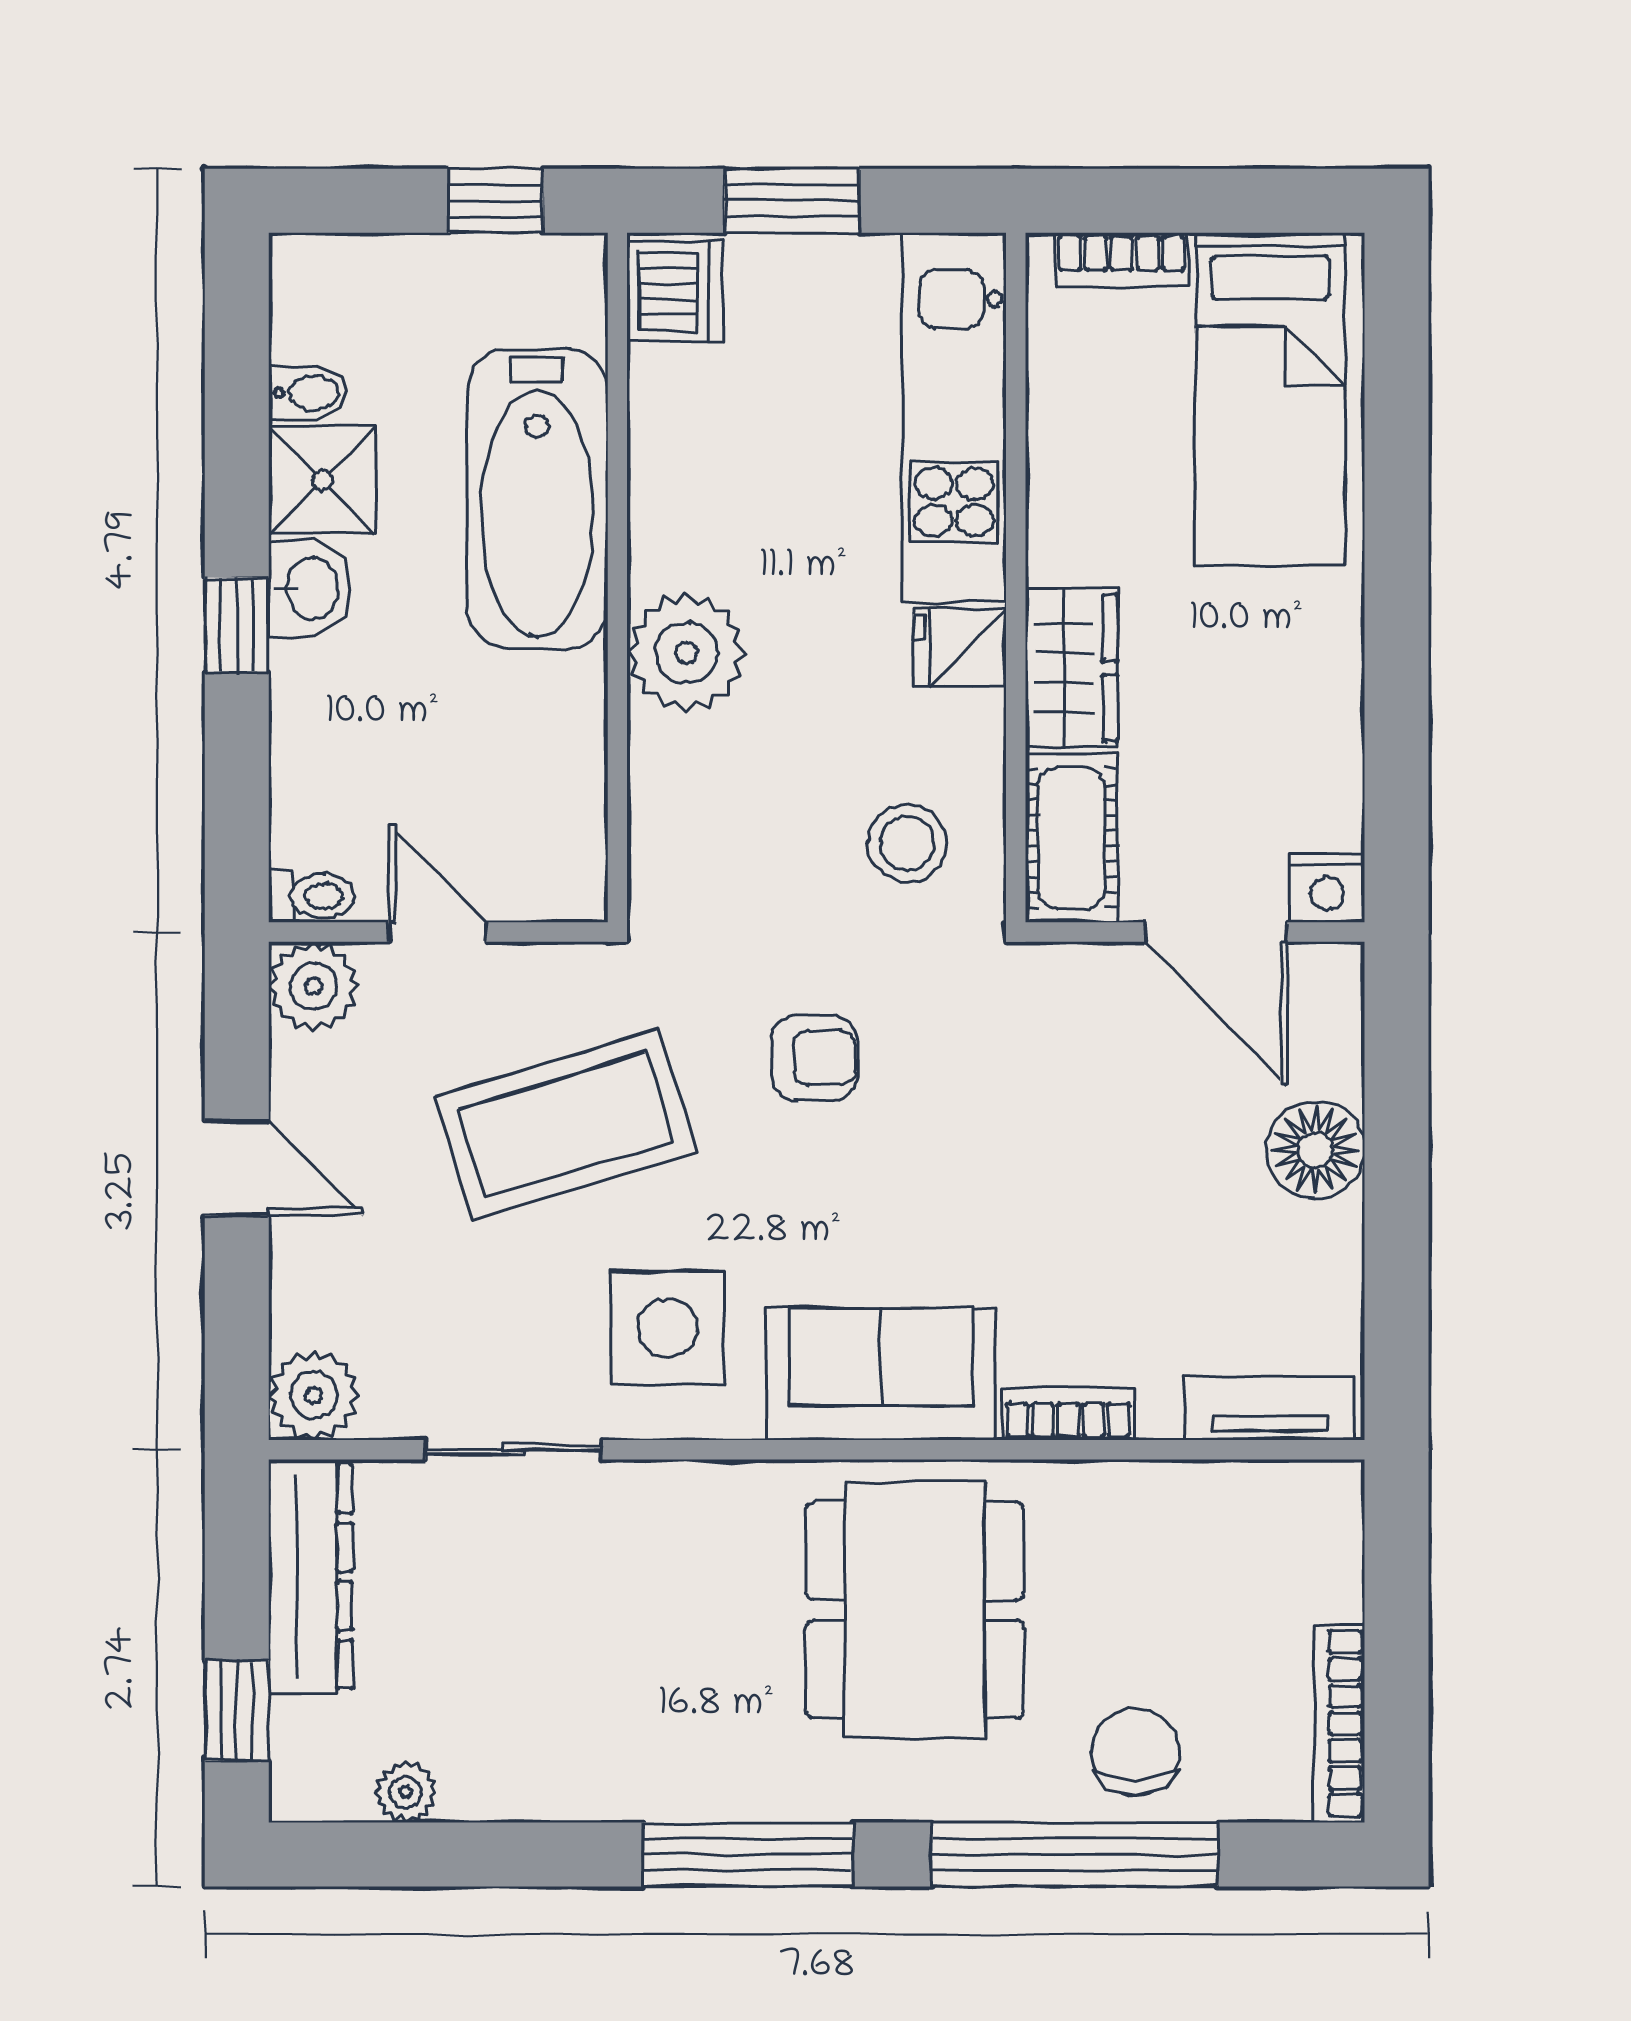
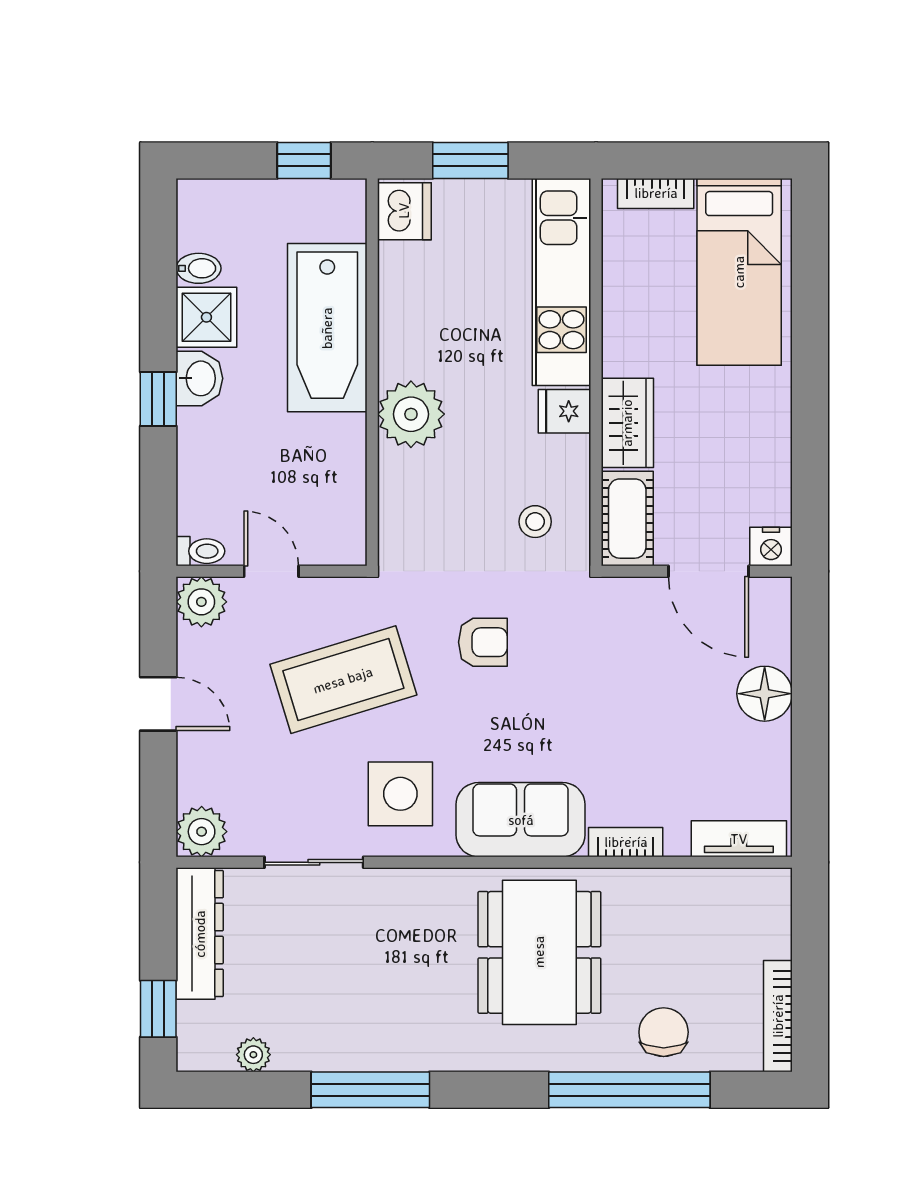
stool: (907, 843) -> (535, 522), width x0.73, depth x0.73
window: (748, 1854) -> (370, 1090), moved

